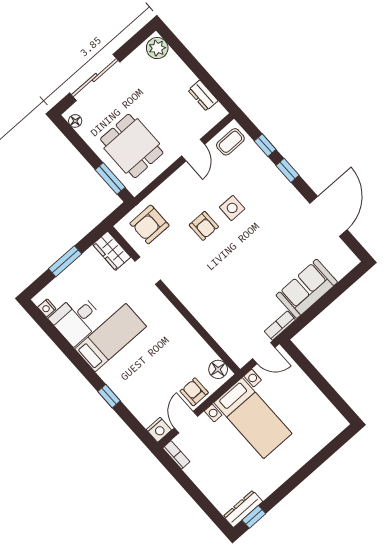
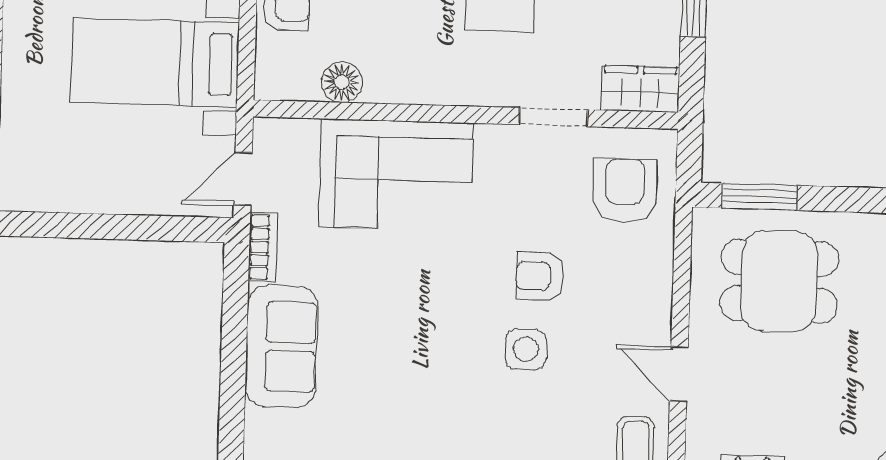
corner sofa: (215, 304) -> (396, 175), added
floor lamp: (218, 369) -> (342, 82), moved

